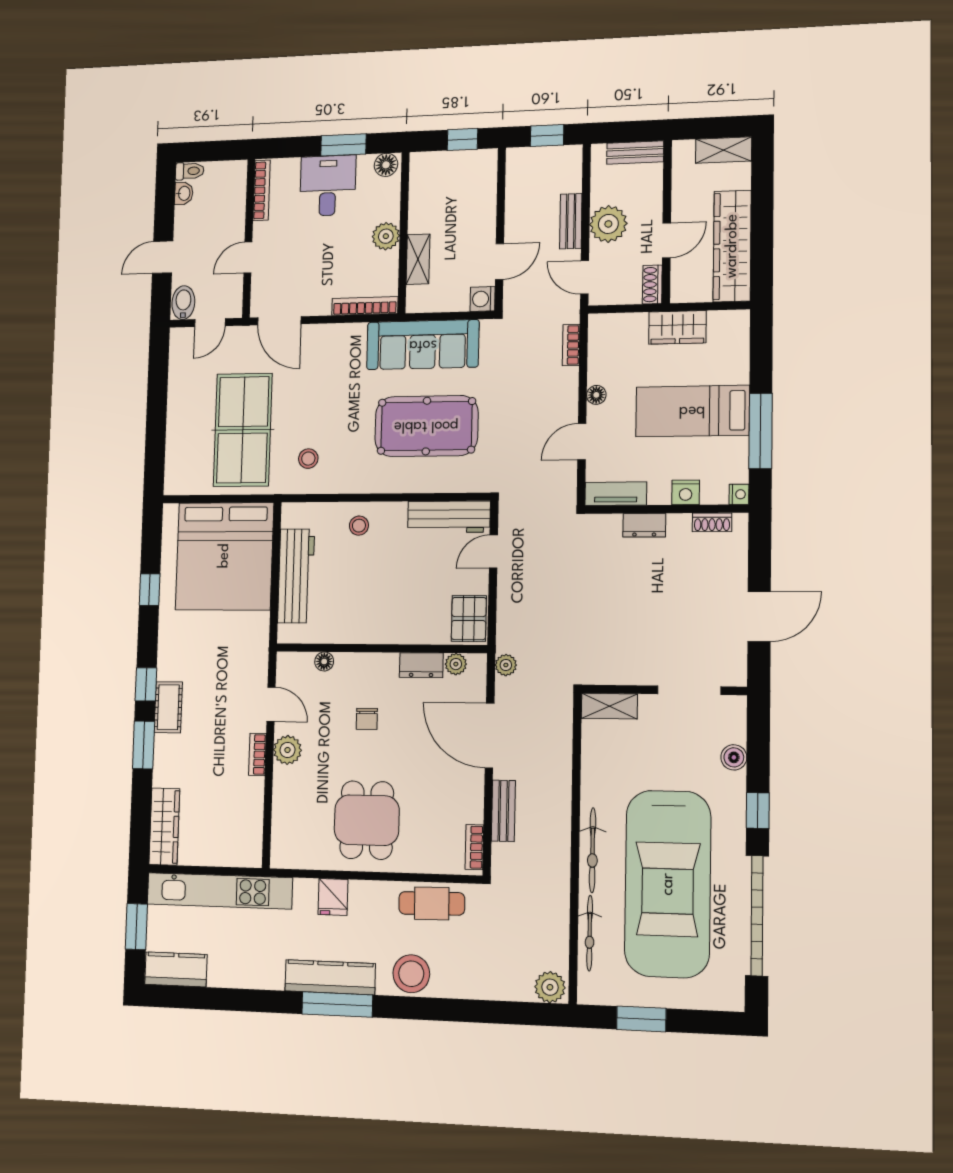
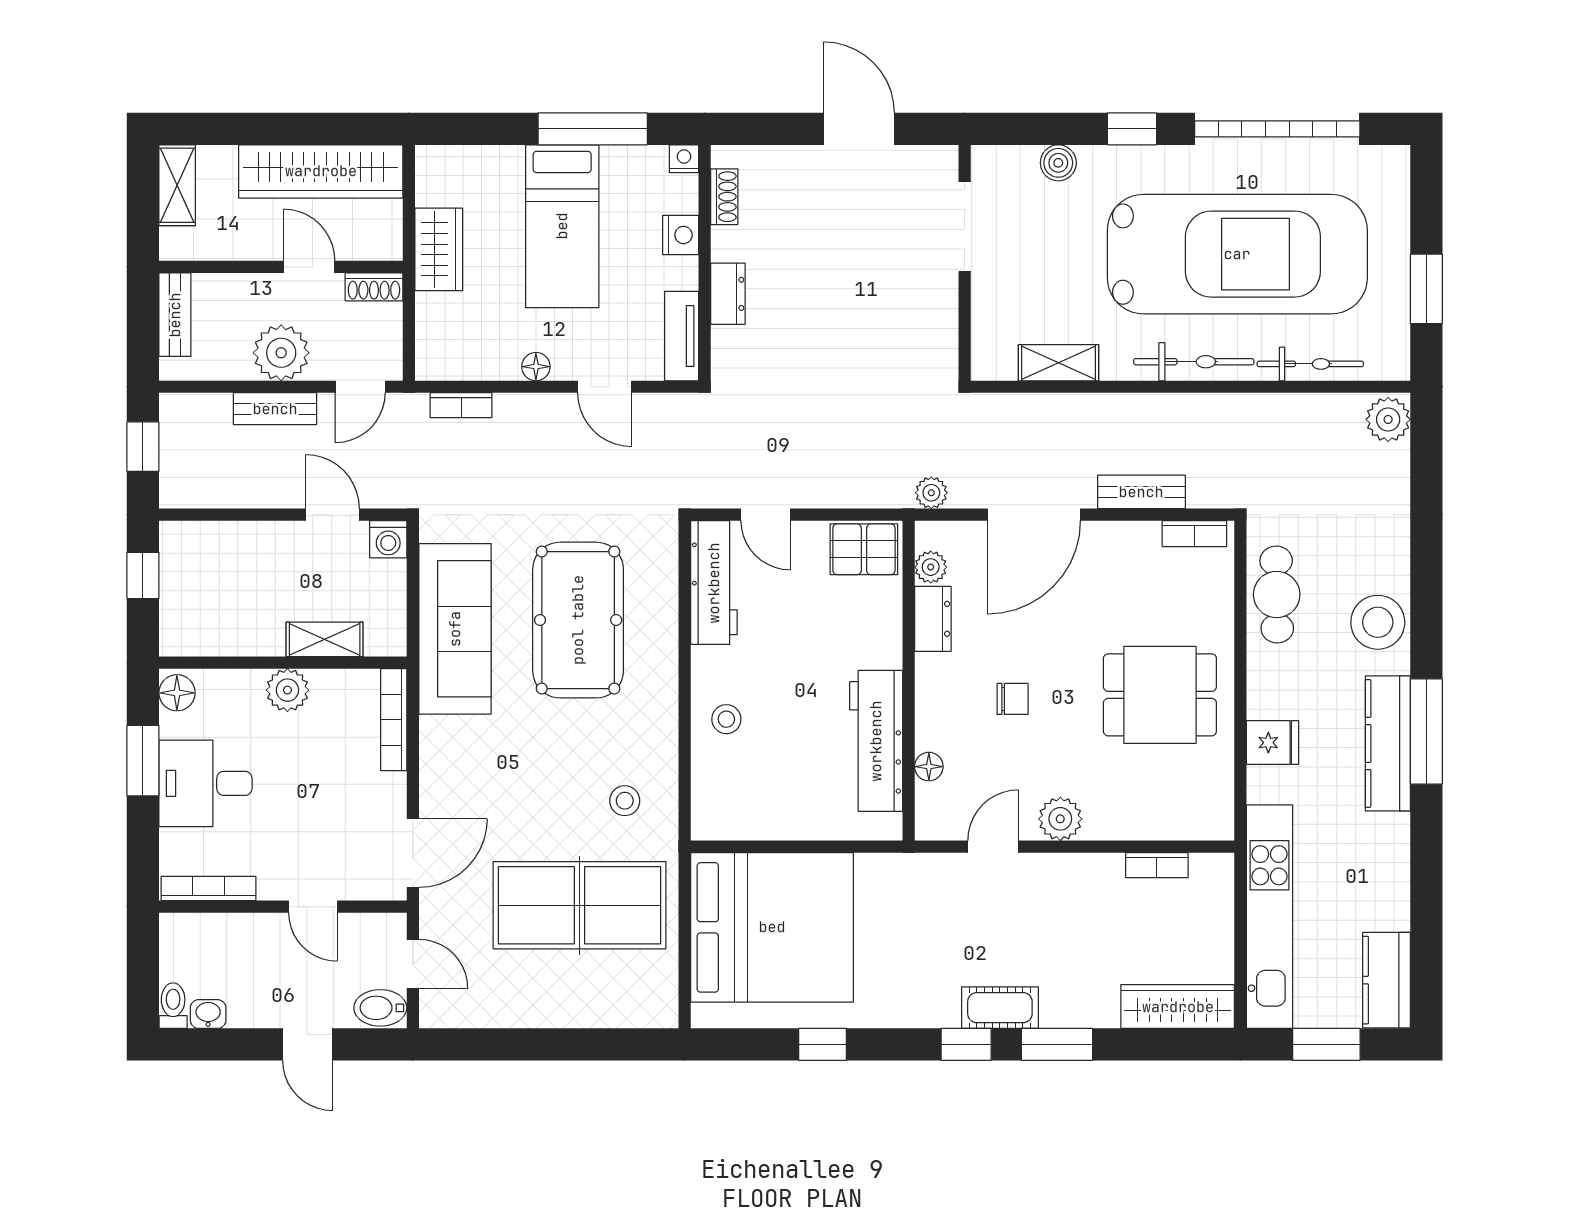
workbench: (296, 576) -> (876, 741), moved, turned -90
shelving: (609, 706) -> (1059, 363), moved, turned 90
bookcase: (257, 754) -> (1157, 865), moved

